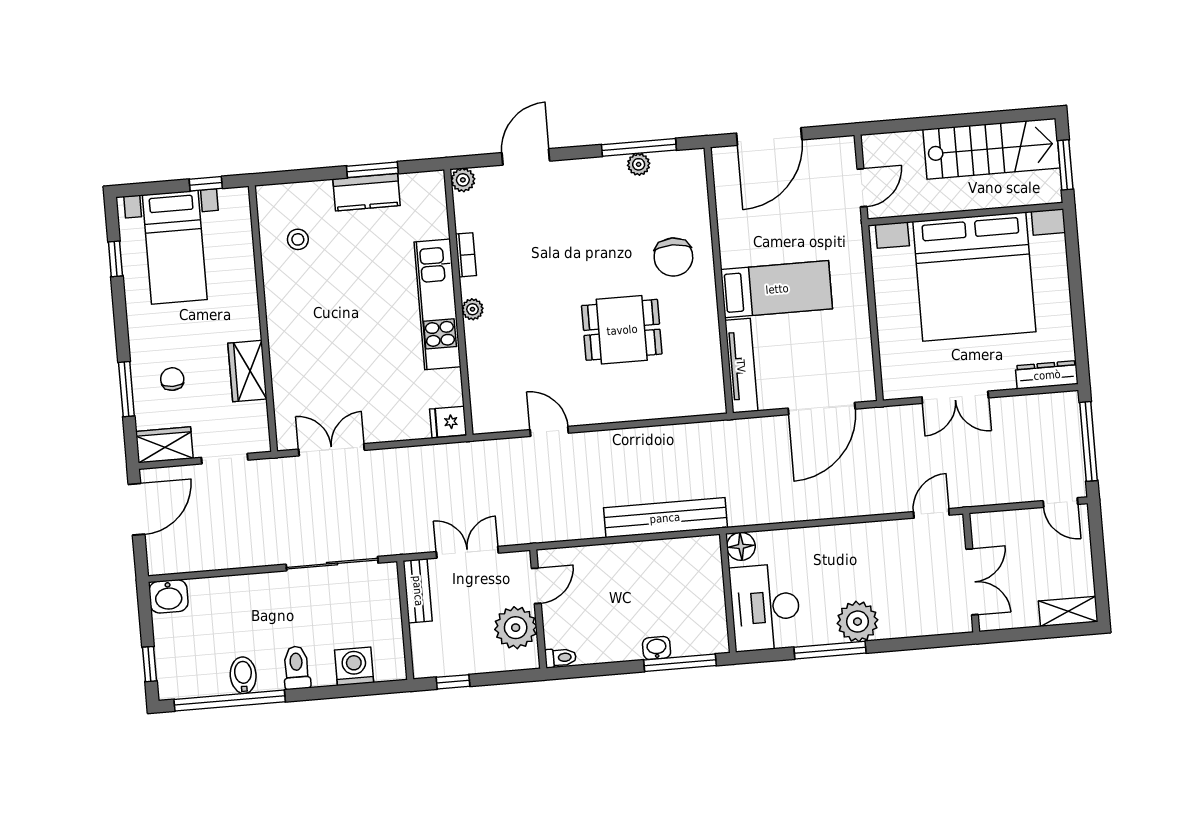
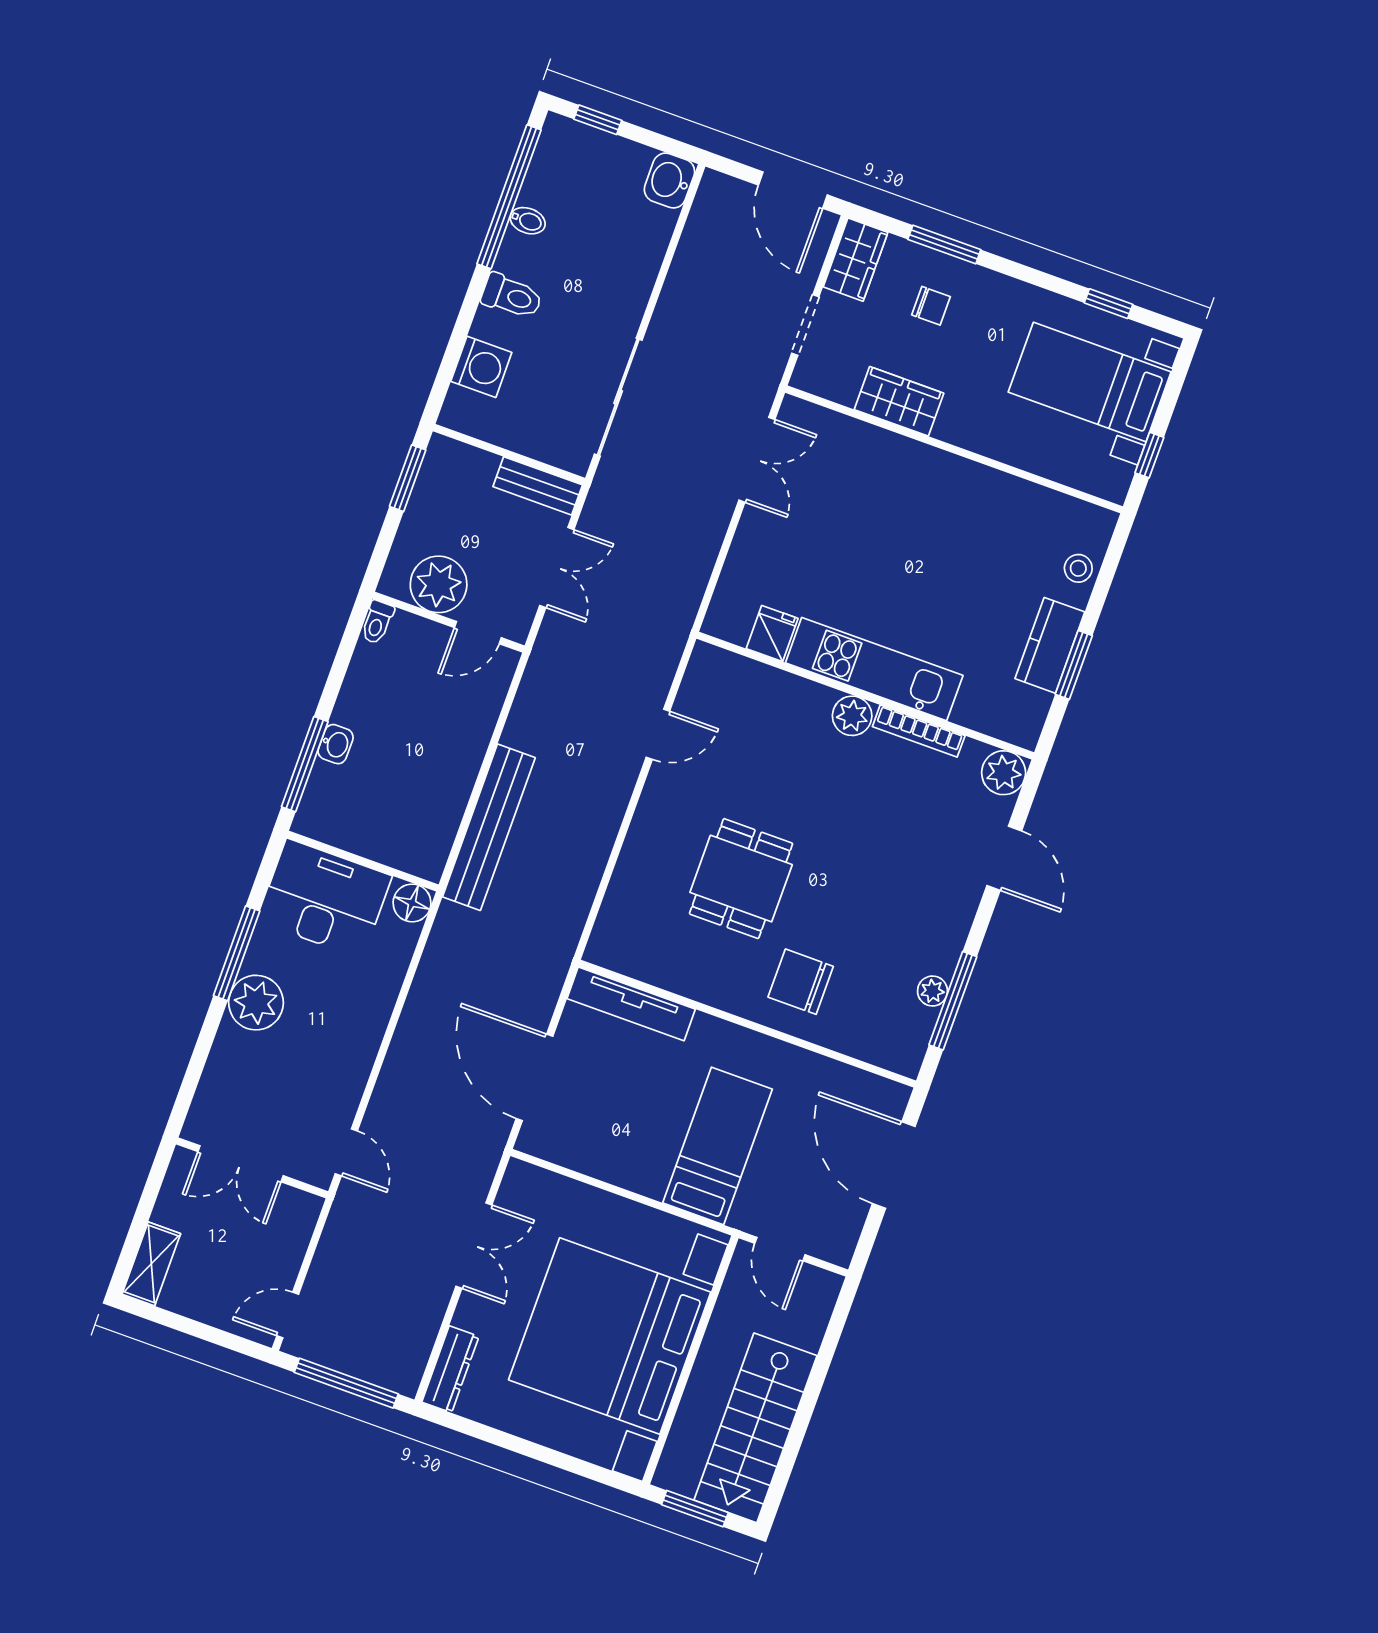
plant: (463, 180) -> (1004, 773), width x1.38, depth x1.38
stool: (298, 239) -> (1078, 568), moved
bookcase: (466, 255) -> (919, 731), width x1.56
bed: (777, 289) -> (717, 1146), moved, turned 180
plant: (473, 309) -> (852, 716), width x1.38, depth x1.38
double door: (955, 397) -> (474, 1246), swing flipped
fridge: (448, 422) -> (772, 634), moved
door: (536, 586) -> (478, 633), hinge flipped
bidet: (243, 675) -> (528, 221), width x0.72, depth x0.74
window: (453, 682) -> (408, 478), width x1.50

